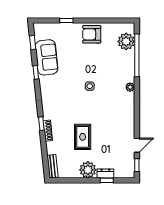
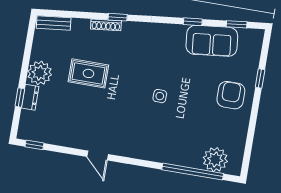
armchair: (92, 34) -> (231, 95), moved
plant: (130, 87) -> (148, 154), removed
door: (137, 145) -> (98, 156), moved

